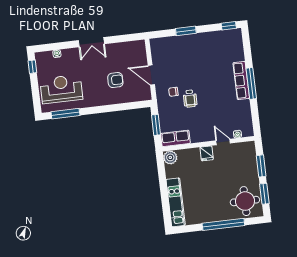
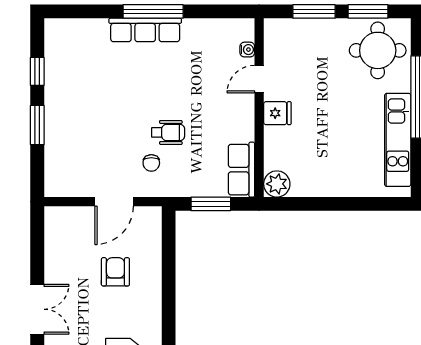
window: (229, 26) -> (37, 71), moved
kitchen unit: (176, 202) -> (398, 140), moved, turned -90

